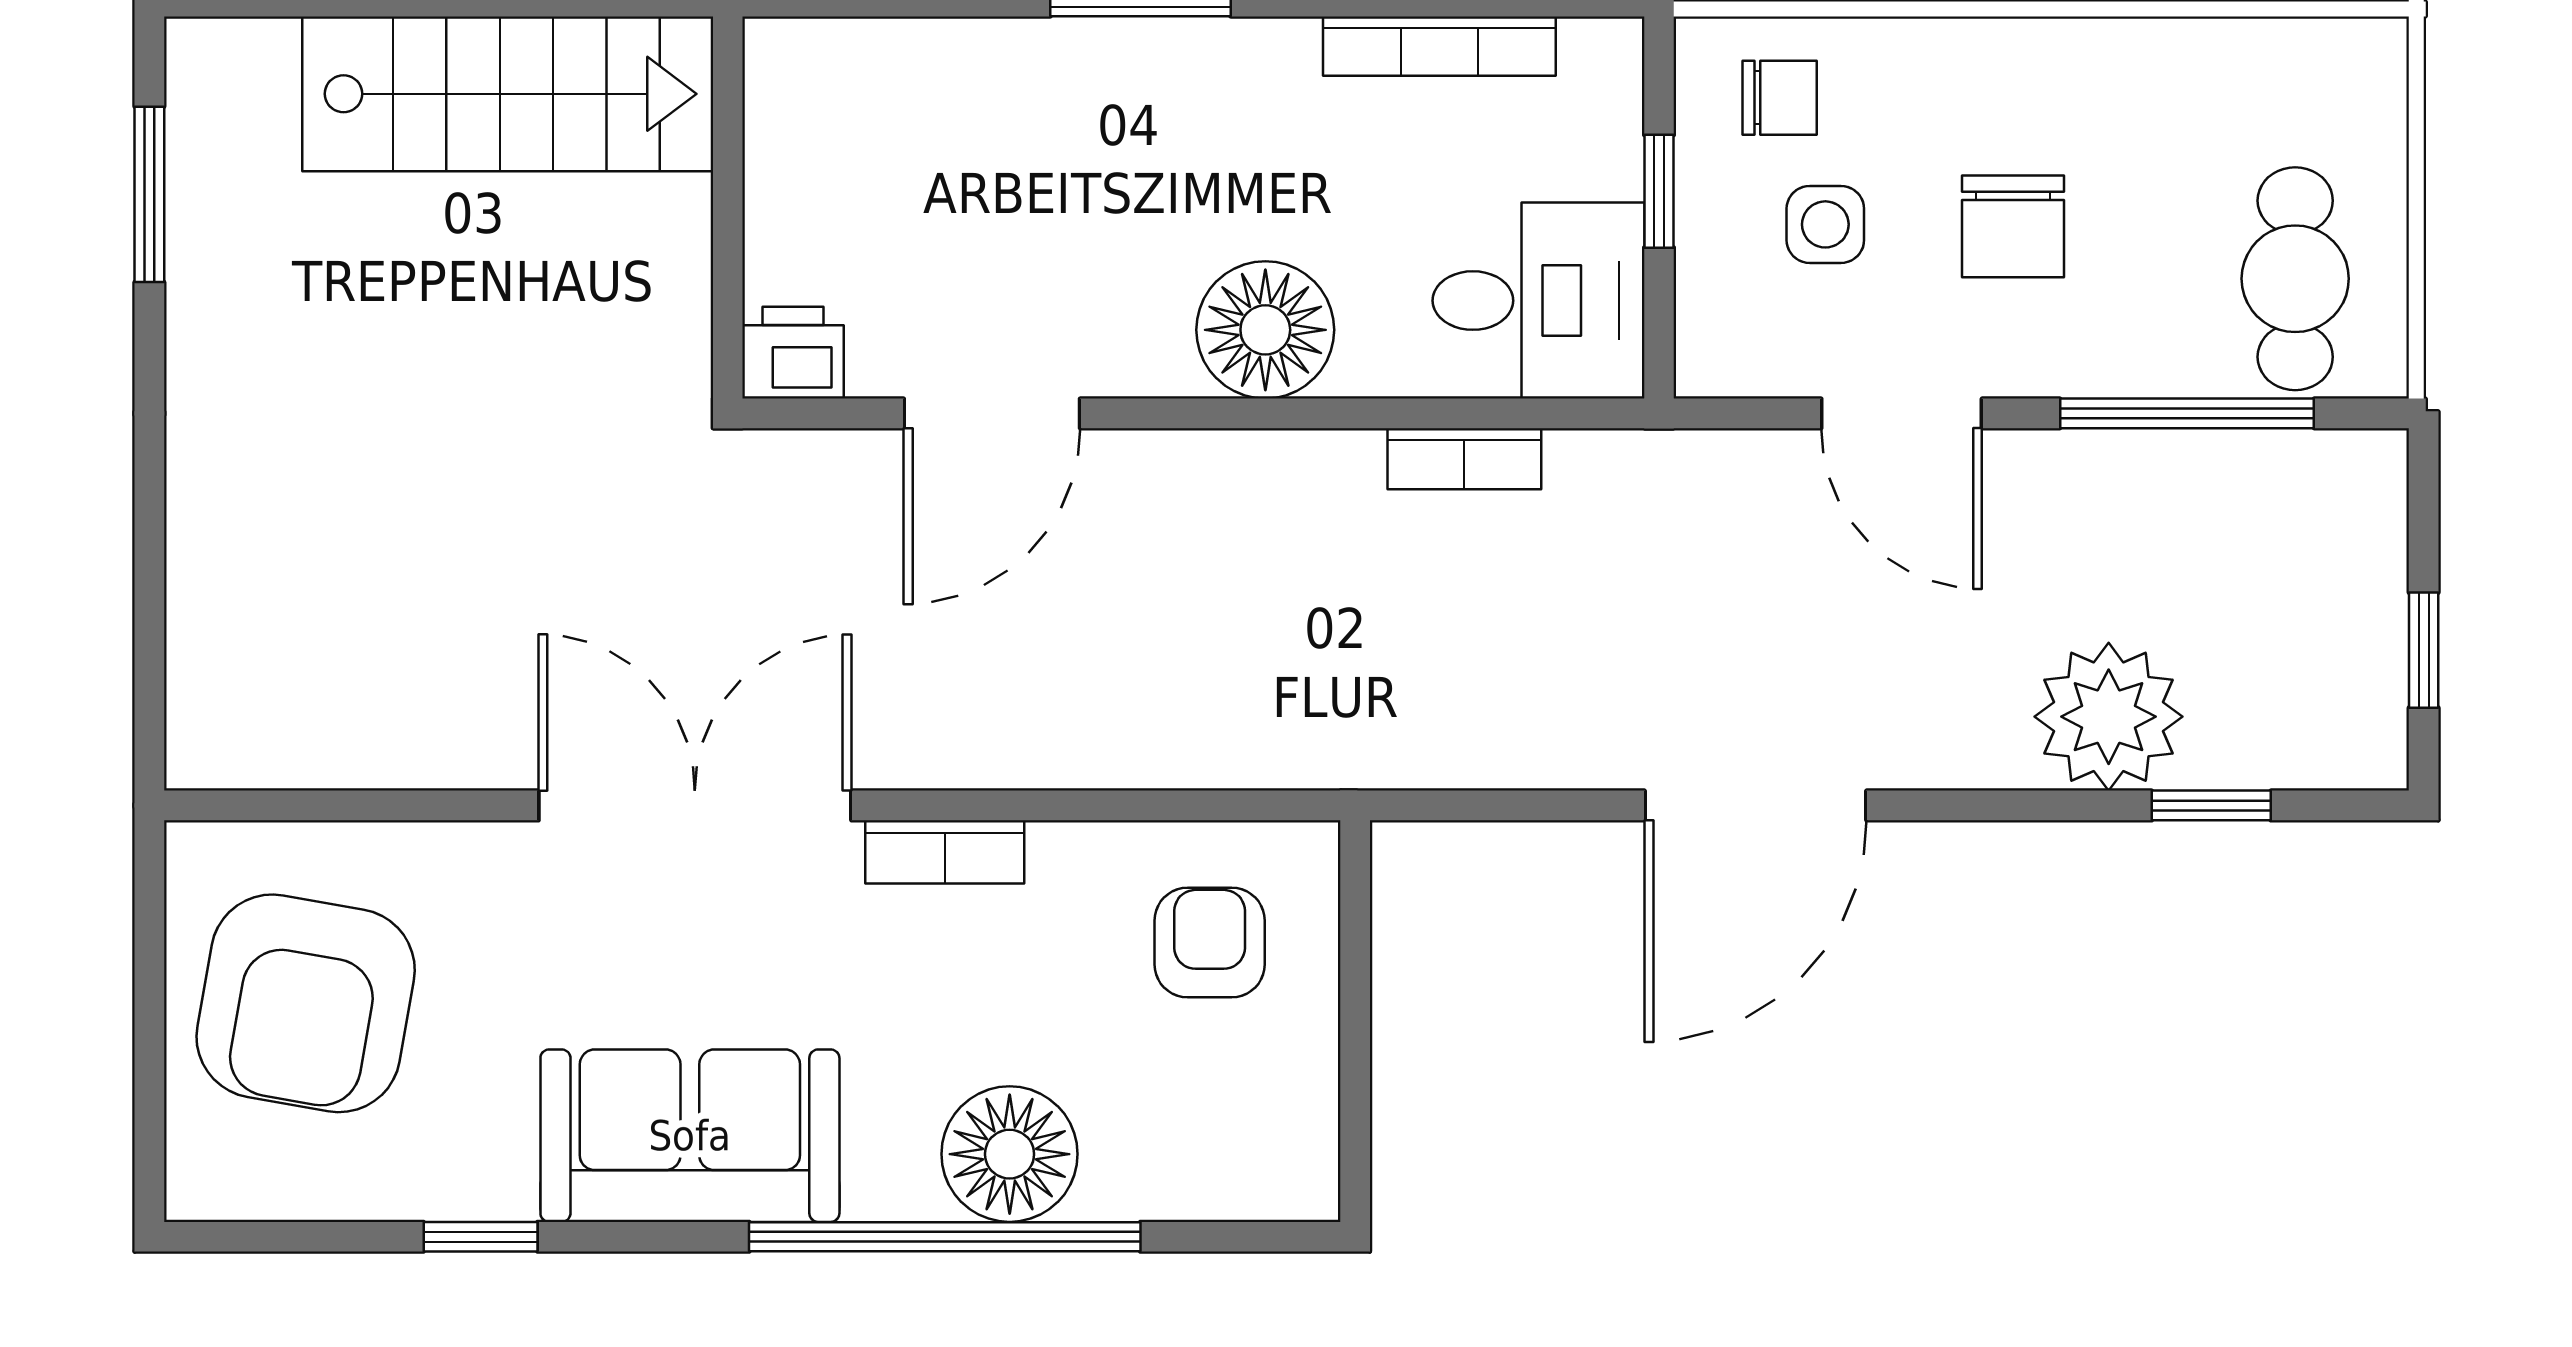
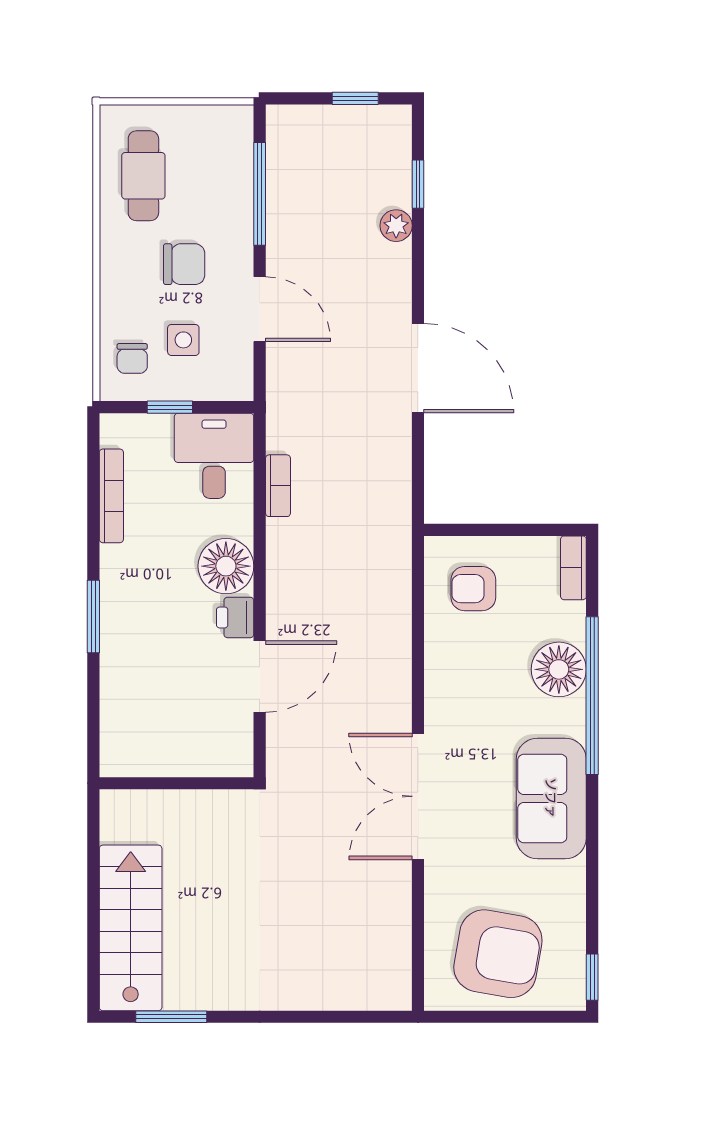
stairs: (508, 94) -> (131, 928), moved
chair: (1780, 98) -> (132, 358), turned 180
cafe table: (2295, 279) -> (143, 176), moved, turned 90
printer: (793, 353) -> (235, 617), moved
door: (992, 413) -> (260, 677), hinge flipped
door: (1902, 413) -> (260, 309), hinge flipped
plant: (2109, 717) -> (396, 226), width x0.53, depth x0.53
bookcase: (945, 852) -> (573, 568), moved, turned 180
window: (481, 1237) -> (592, 977), moved

